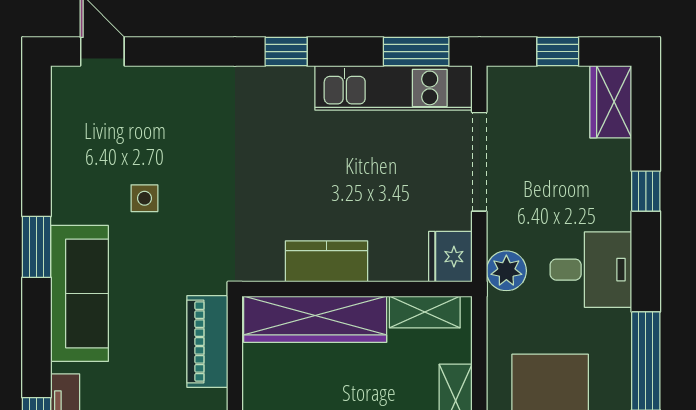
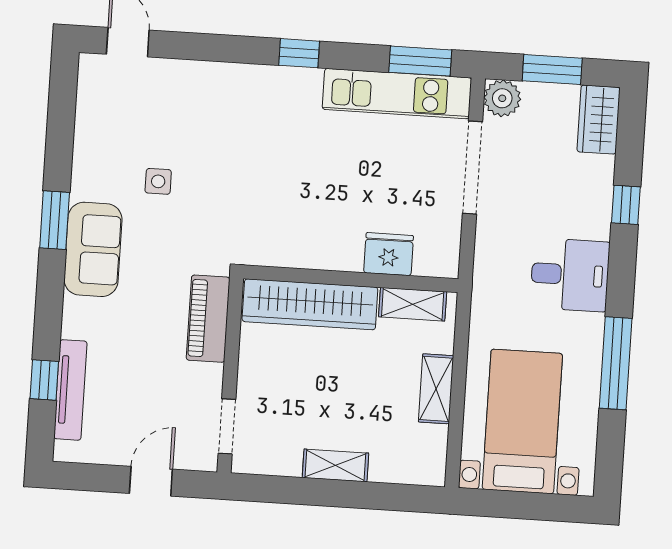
window: (558, 52) -> (552, 70), width x1.50
fridge: (450, 257) -> (389, 254), moved, turned 90
kitchen counter: (326, 261) -> (324, 251), removed
plant: (506, 271) -> (502, 98), moved
sofa: (79, 293) -> (93, 249), width x0.73

